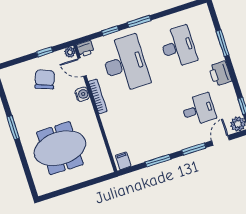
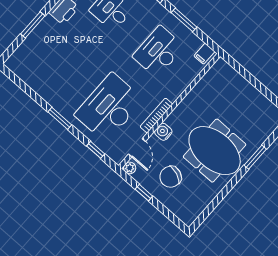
window: (110, 31) -> (96, 150), moved
desk: (178, 47) -> (158, 52), moved
printer: (85, 49) -> (117, 155), removed
window: (13, 127) -> (255, 157), moved
meeting table: (60, 148) -> (215, 151), moved

